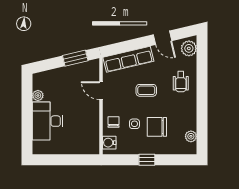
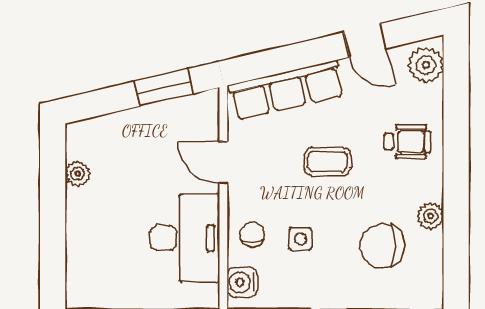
wheelchair: (181, 82) -> (407, 142), turned -90
desk: (48, 121) -> (185, 238), moved, turned 180
chair: (157, 127) -> (382, 246), moved
plant: (191, 136) -> (430, 216), moved

